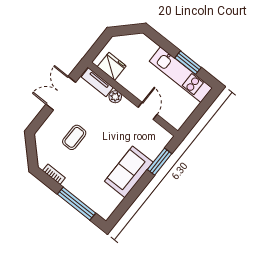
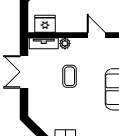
coffee table: (74, 137) -> (70, 76), moved

